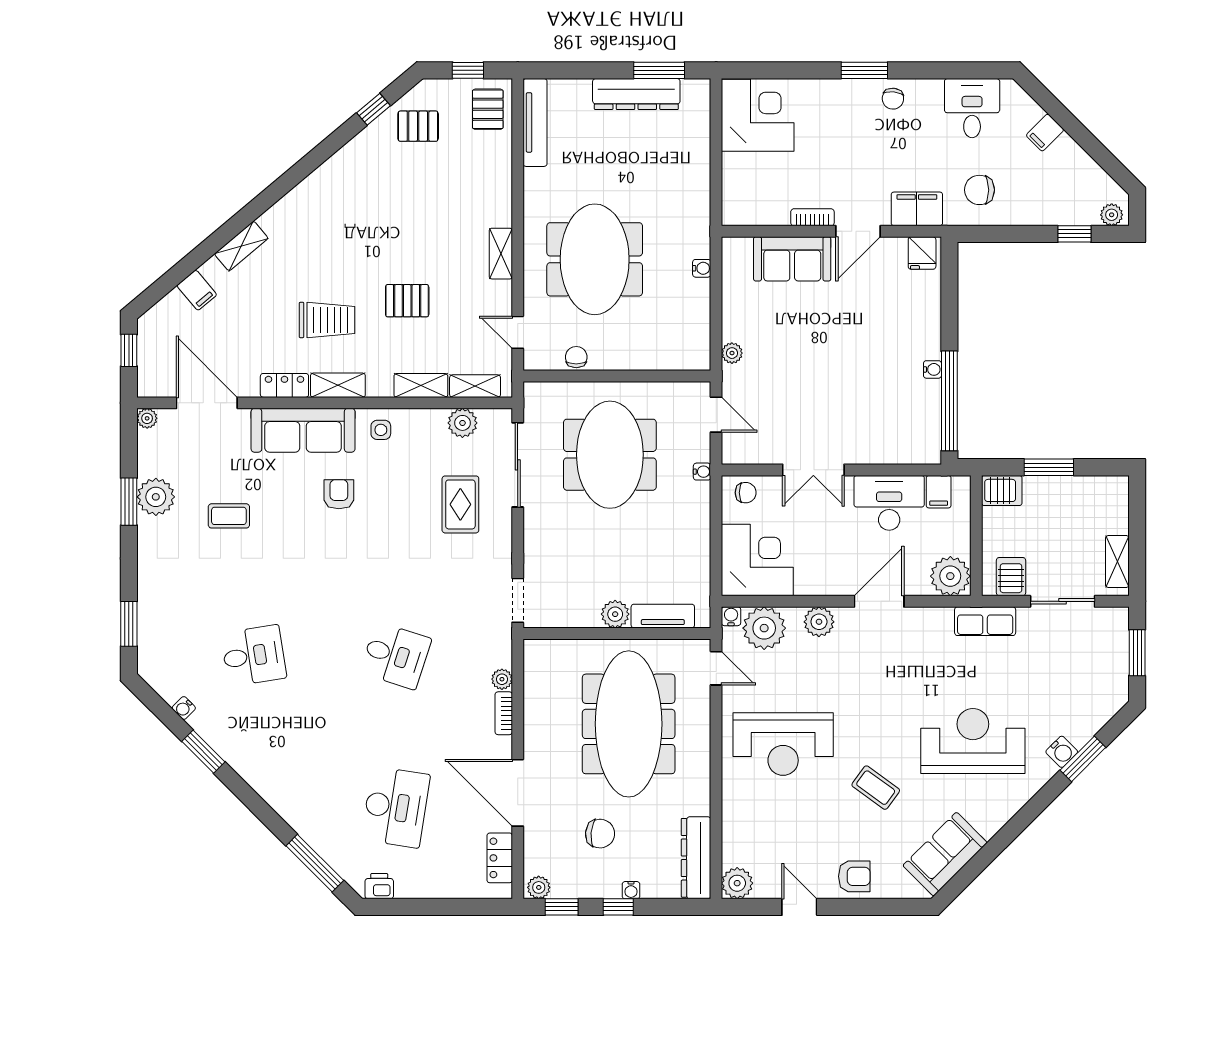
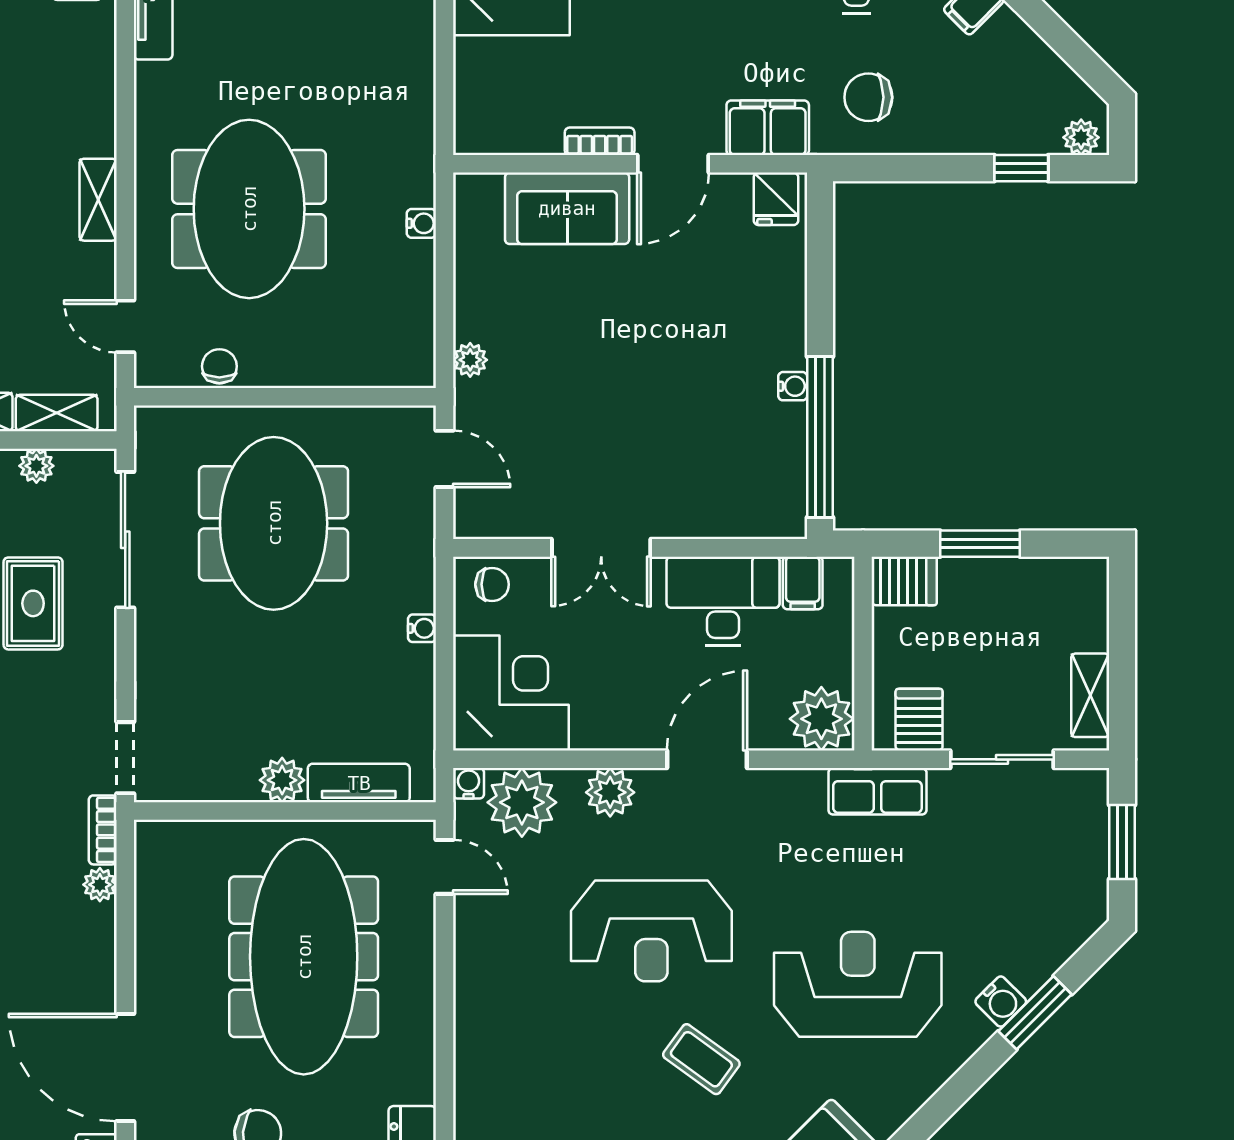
plant: (462, 423) -> (36, 466), width x0.73, depth x0.73
water cooler: (702, 472) -> (422, 628), moved
bookcase: (504, 713) -> (103, 830), moved
reception desk: (783, 744) -> (651, 931), moved

